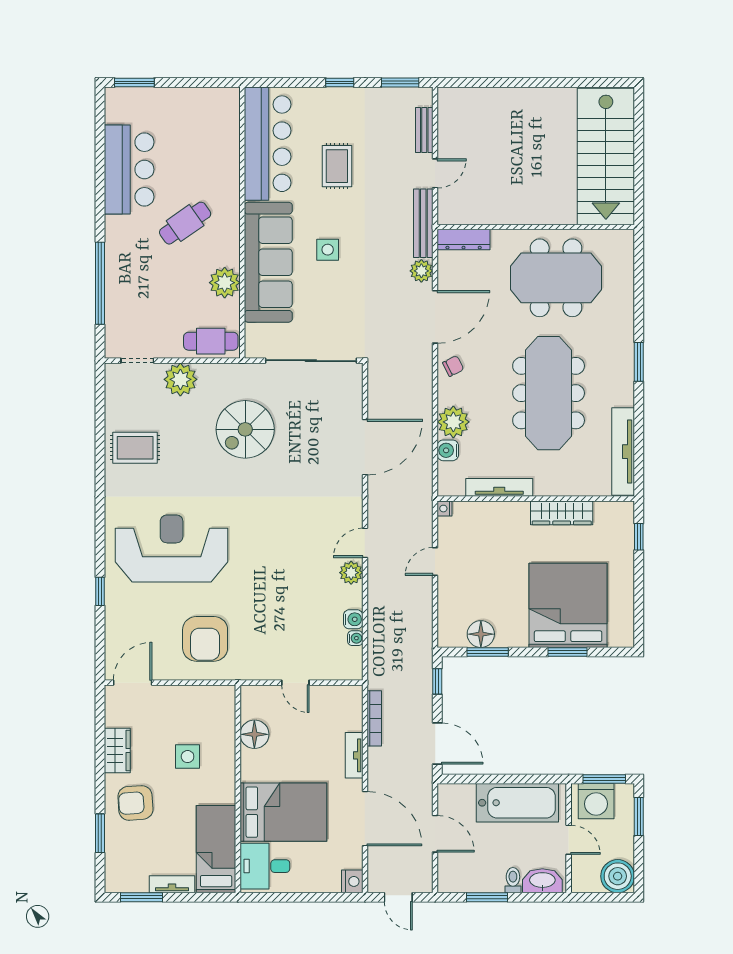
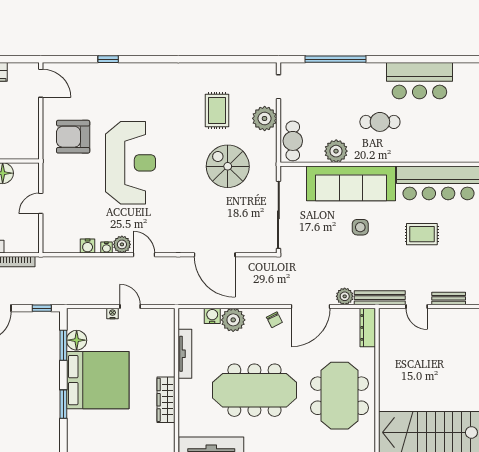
cafe table: (185, 223) -> (380, 122), turned -55
door: (435, 317) -> (311, 306), hinge flipped
rug: (135, 448) -> (217, 110), moved
nightstand: (445, 509) -> (112, 313), moved
reception desk: (172, 548) -> (130, 163), moved
bed: (568, 605) -> (98, 380), moved
water cooler: (355, 638) -> (106, 248), moved

